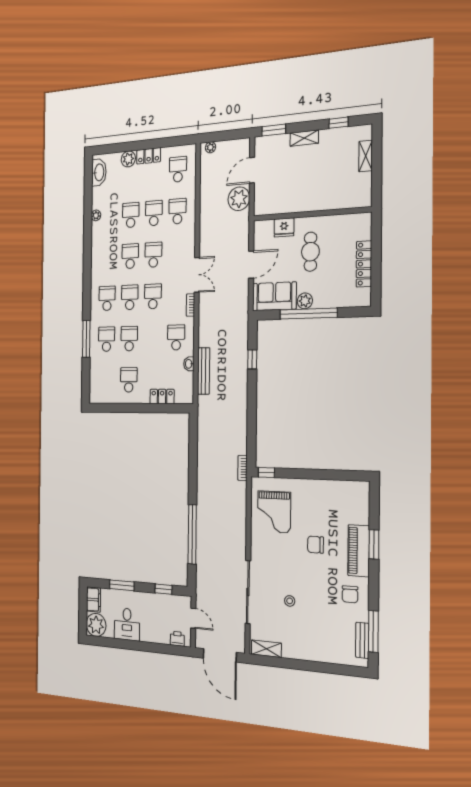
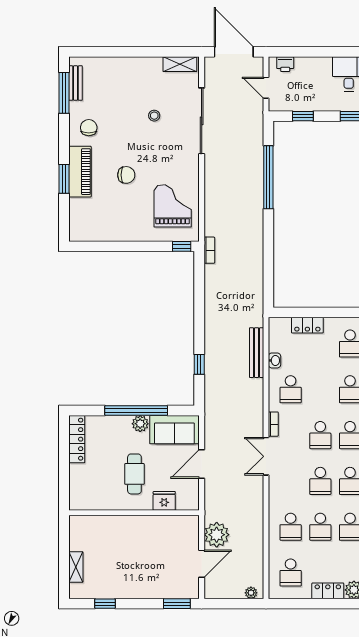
shelving: (304, 138) -> (142, 592), removed
locker: (364, 264) -> (77, 439), moved

